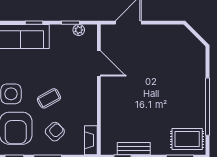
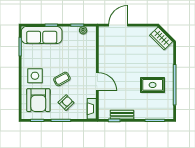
wardrobe: (189, 41) -> (161, 39), added
door: (99, 64) -> (97, 82), moved
rug: (187, 139) -> (153, 85), moved

